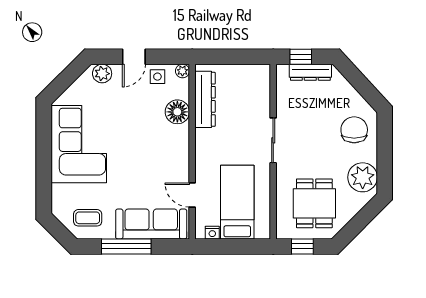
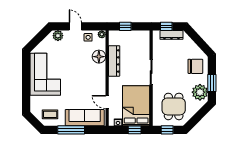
door: (134, 57) -> (75, 26), swing flipped
window: (225, 57) -> (125, 26), added
dresser: (205, 99) -> (114, 61), moved
chair: (354, 130) -> (195, 66), turned 90
window: (385, 161) -> (212, 83), added
bed: (237, 202) -> (136, 106), width x1.50
window: (243, 246) -> (135, 130), added

